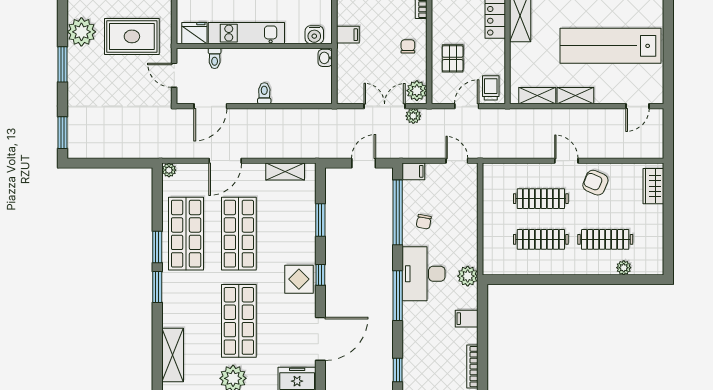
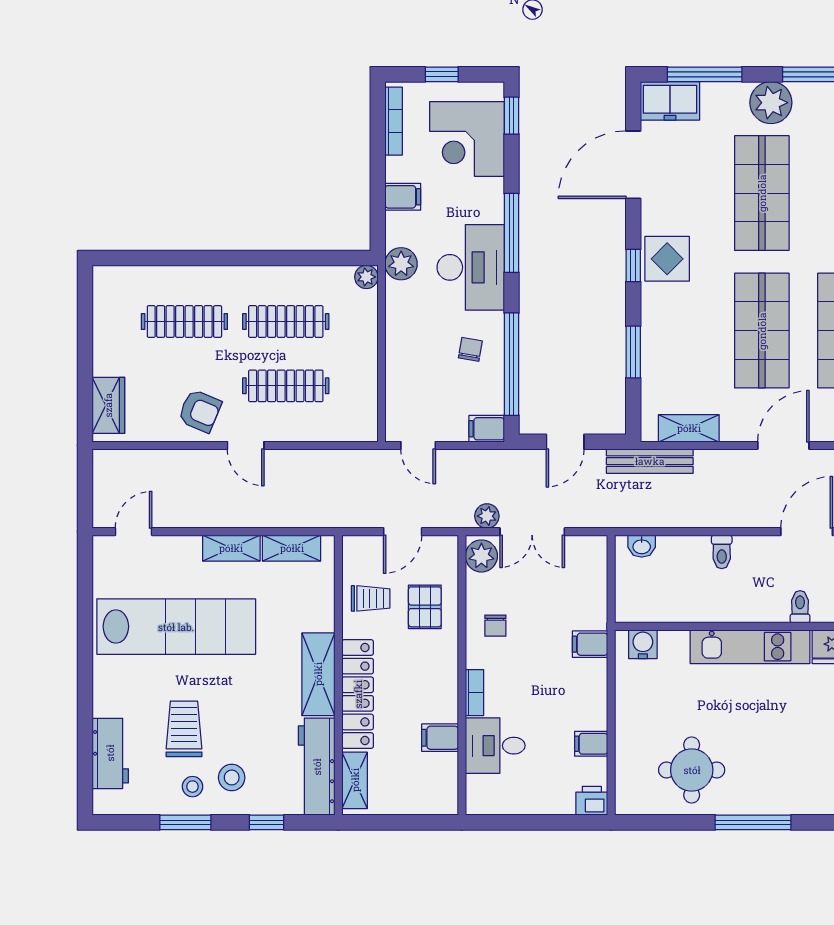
washbasin: (325, 58) -> (642, 546), moved, turned 90
trolley: (491, 88) -> (371, 598), moved, turned -90
bench: (310, 151) -> (650, 461), added
plant: (624, 268) -> (366, 277), moved
corner desk: (426, 355) -> (467, 139), added

